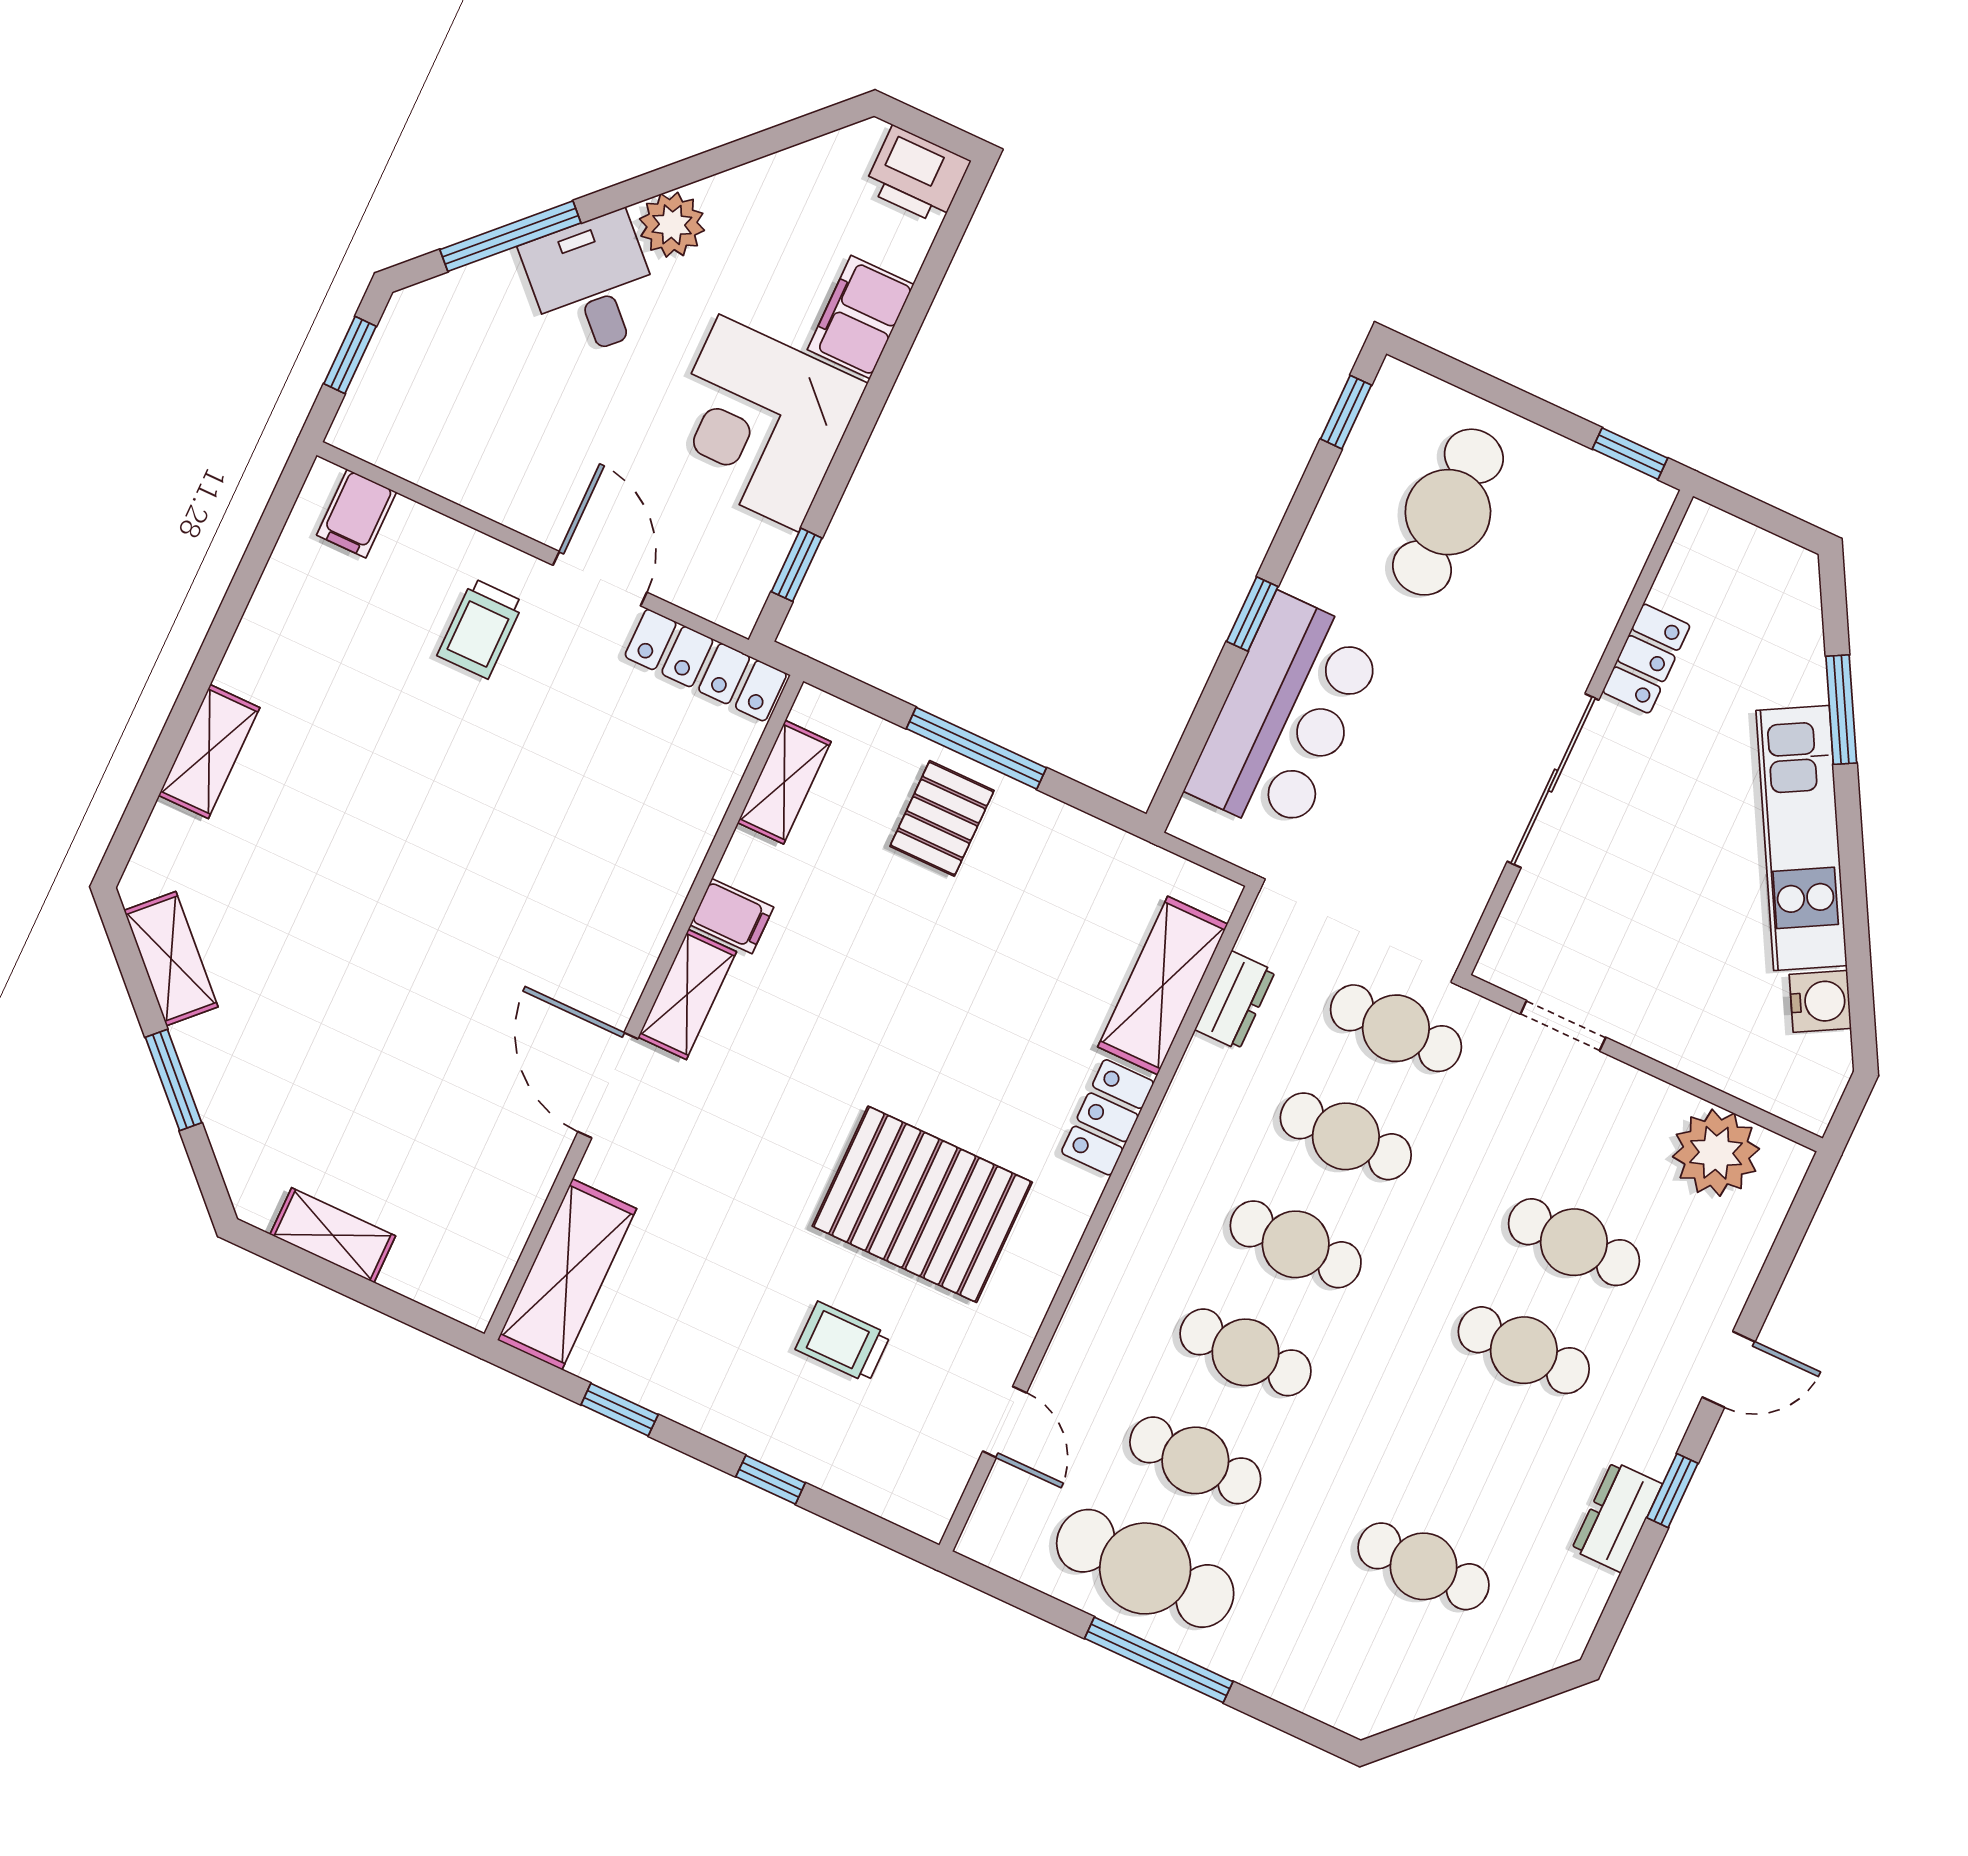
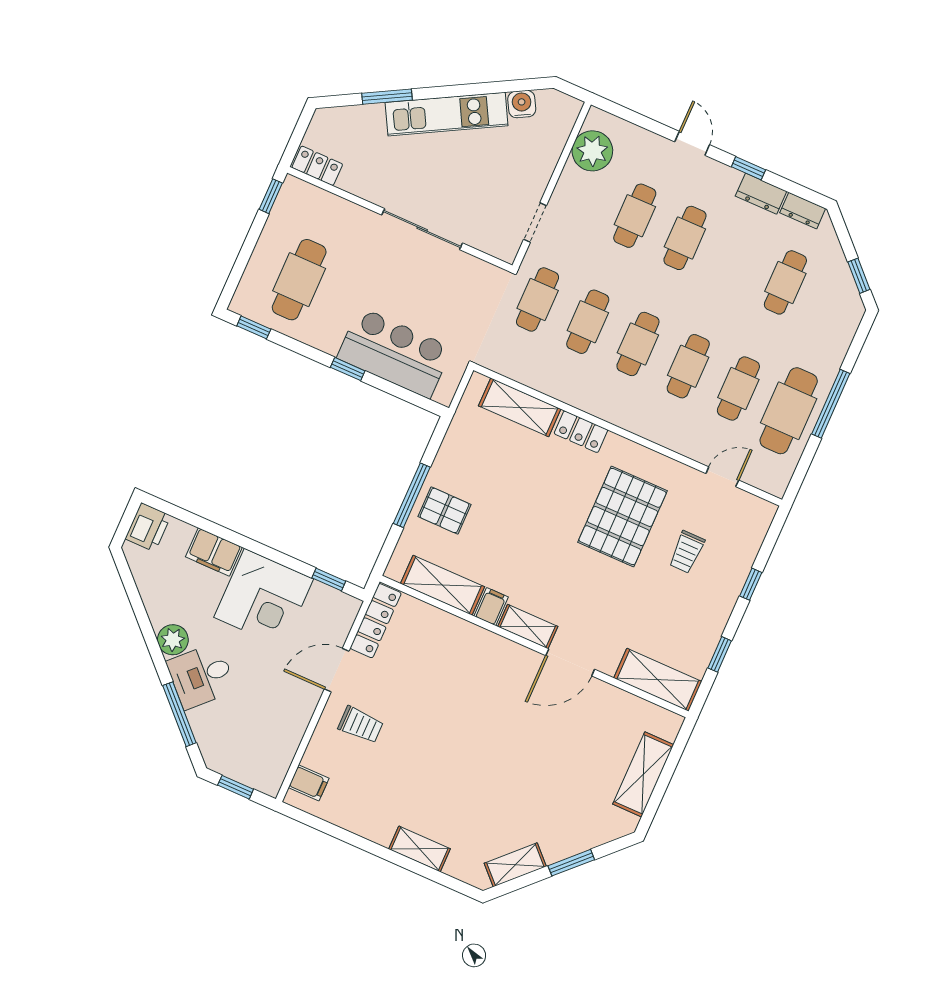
cafe table: (1448, 512) -> (299, 280), turned 90
locker: (1646, 659) -> (317, 166), moved
shelving: (784, 782) -> (443, 585), width x1.50, depth x1.33
dresser: (1235, 1000) -> (803, 211), moved, turned 180
shelving: (333, 1235) -> (643, 774), width x1.50, depth x1.33
window: (1435, 1726) -> (859, 276), added

